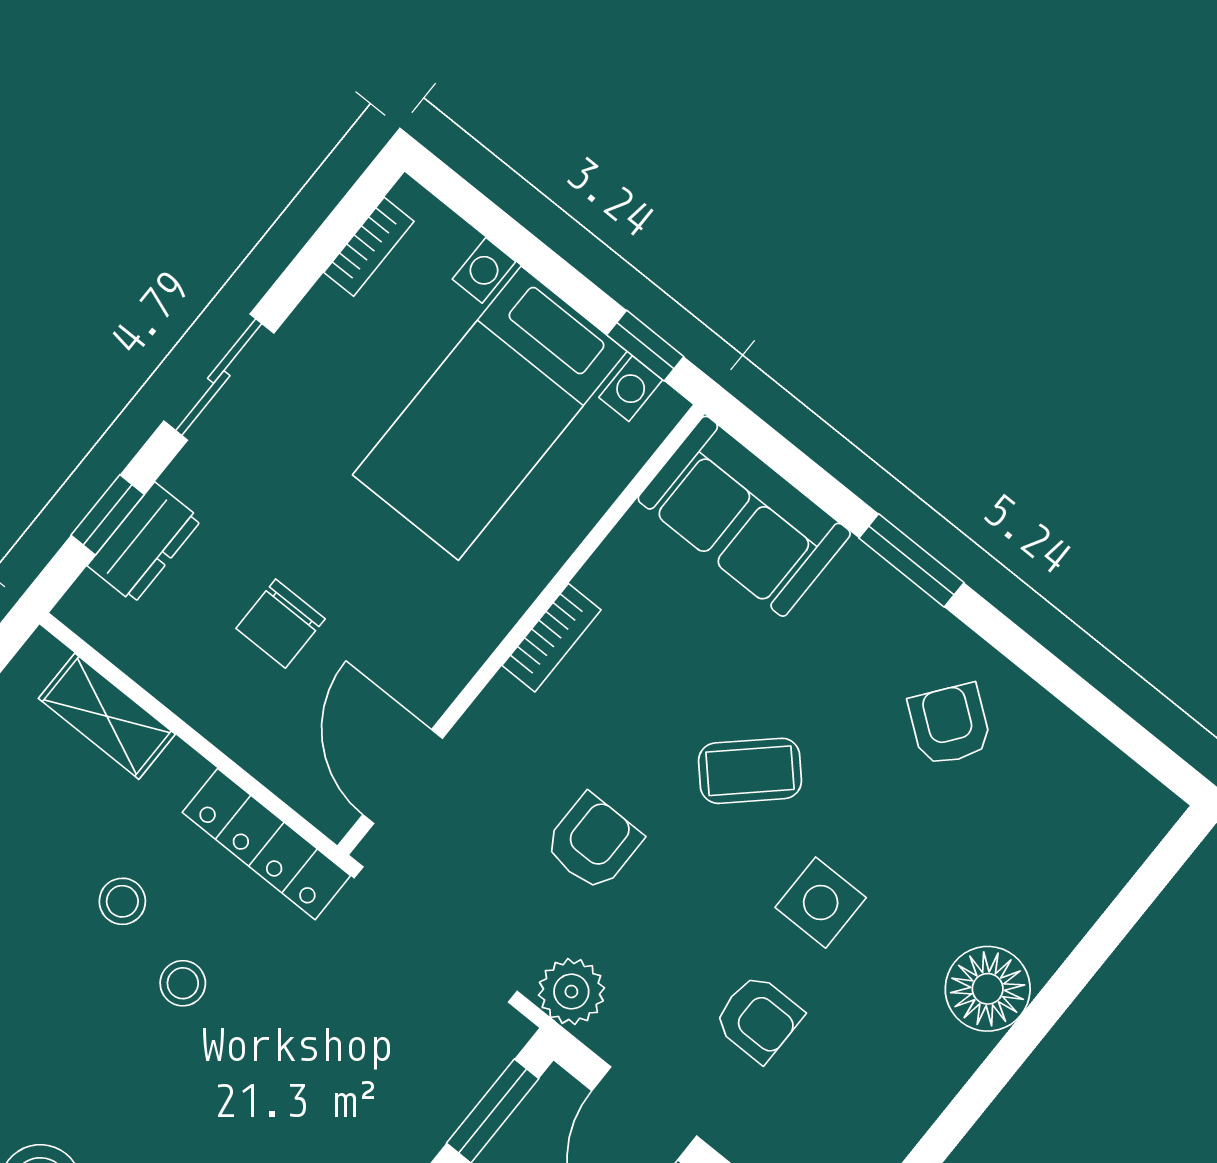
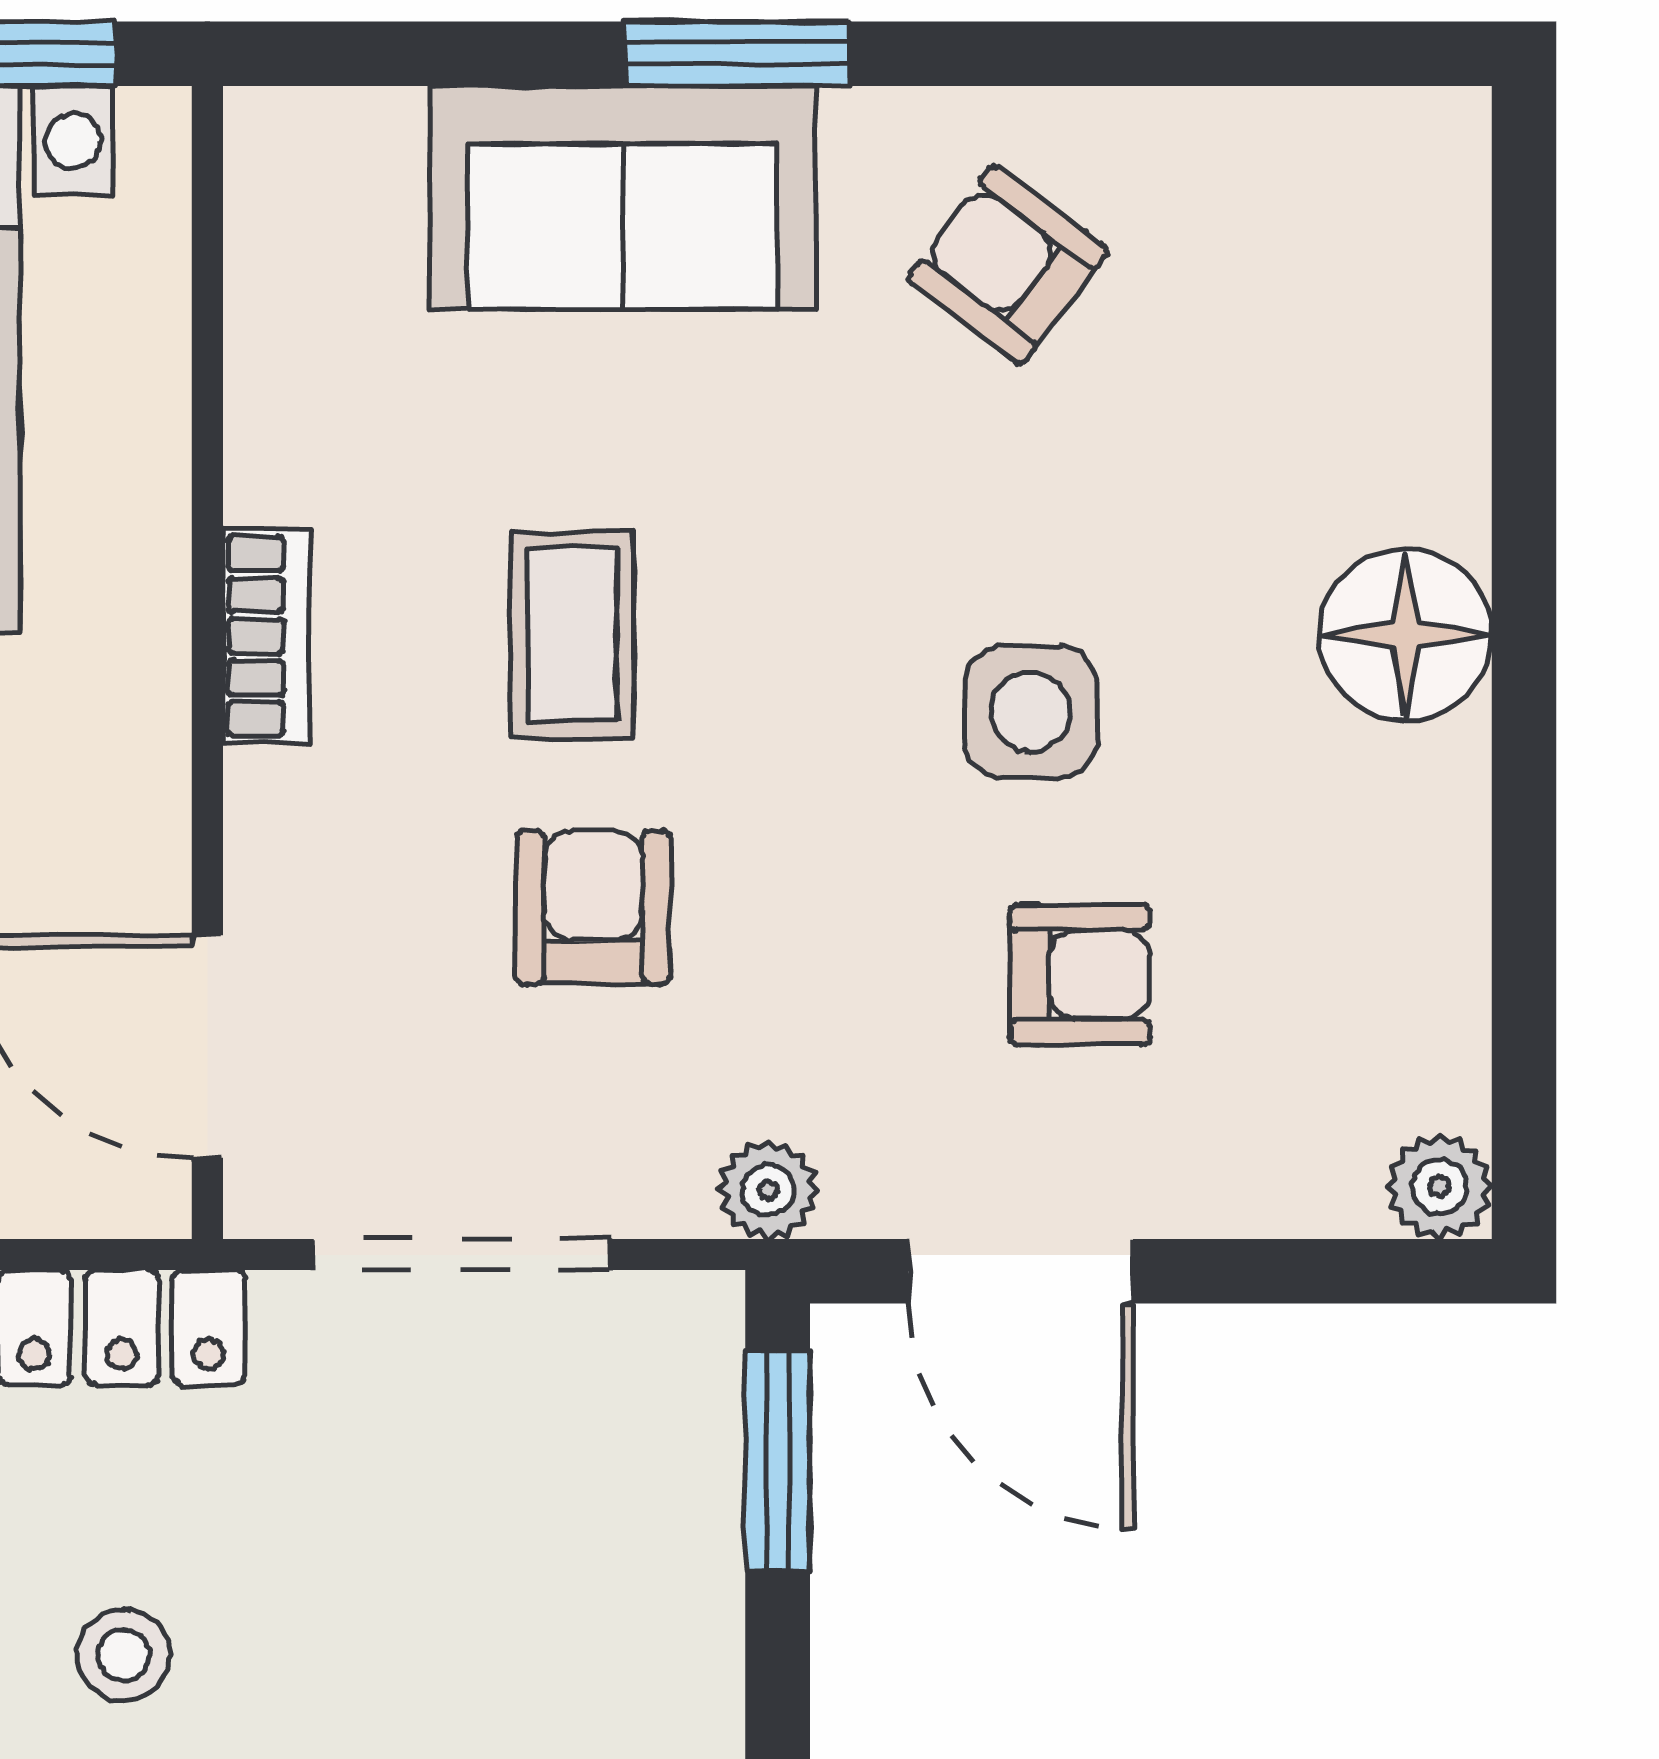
sofa: (744, 516) -> (623, 197), moved
coffee table: (750, 771) -> (572, 635), moved, turned -47
doorway: (436, 934) -> (462, 1255), width x0.73
plant: (571, 992) -> (768, 1190), width x0.73, depth x0.73

